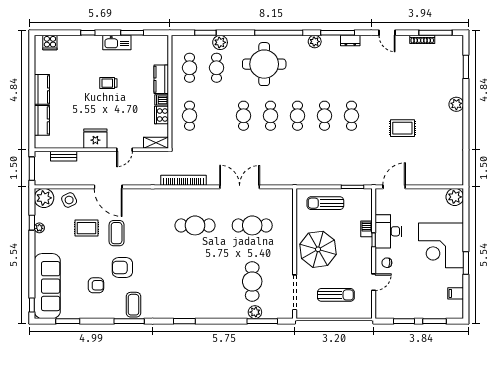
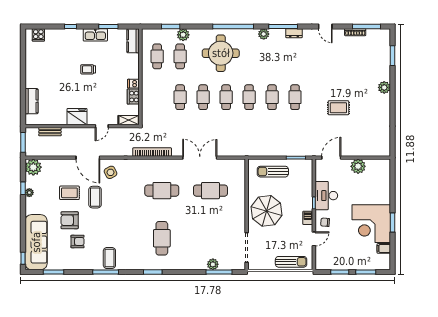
kitchen counter: (161, 79) -> (133, 41), moved
kitchen counter: (42, 89) -> (31, 75), removed
cafe table: (190, 116) -> (180, 97), moved
plant: (455, 197) -> (358, 166), moved
side table: (69, 200) -> (111, 172), moved
barbecue: (366, 229) -> (308, 218), moved
corner desk: (441, 245) -> (371, 224), moved
armchair: (122, 268) -> (70, 220), moved
cafe table: (252, 281) -> (162, 238), moved
sun lounger: (336, 295) -> (291, 262), moved

